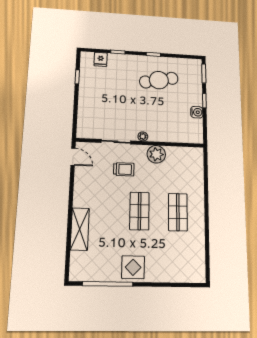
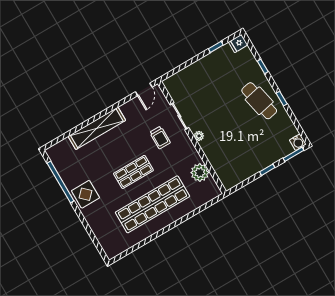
fridge: (101, 59) -> (238, 43), moved
cafe table: (159, 80) -> (259, 101), moved
water cooler: (197, 112) -> (298, 142), moved
plant: (156, 154) -> (200, 173), moved
shop shelf: (178, 212) -> (153, 204), width x2.00, depth x1.36
shelving: (80, 229) -> (97, 128), width x1.47

